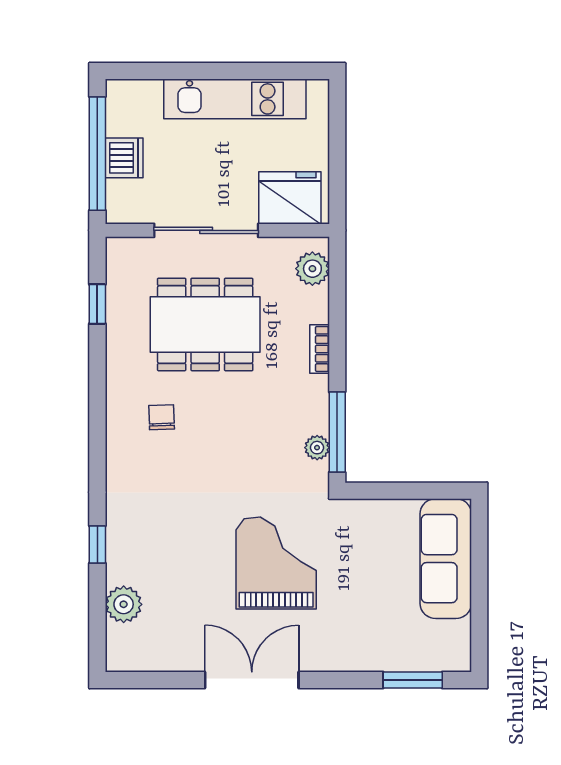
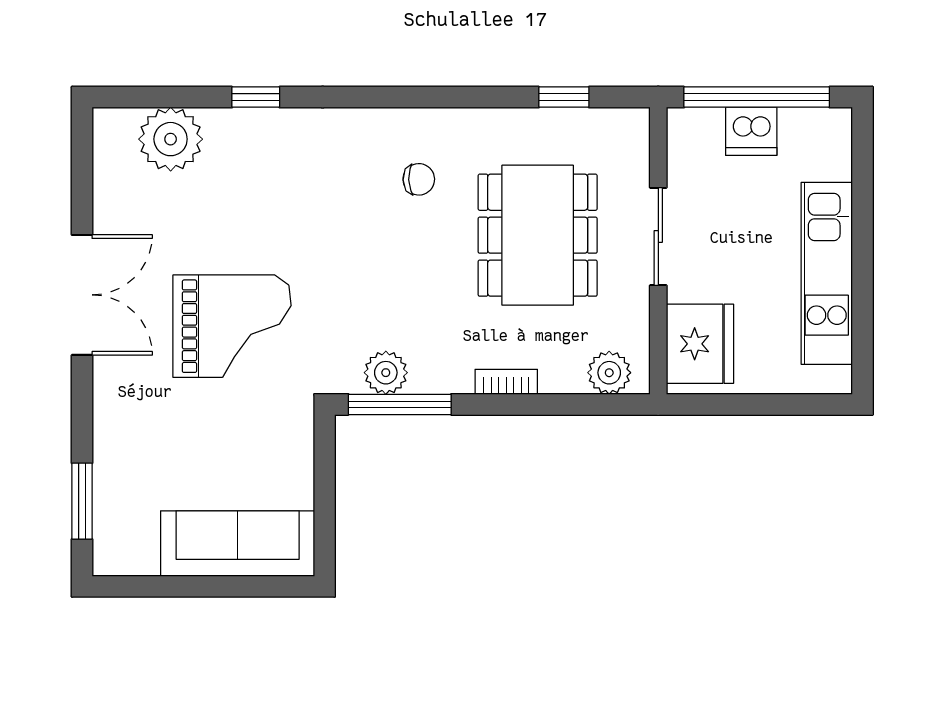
sliding door: (206, 230) -> (658, 236), width x0.73
plant: (317, 448) -> (386, 373), width x1.38, depth x1.38
plant: (124, 604) -> (171, 139), width x1.36, depth x1.36

